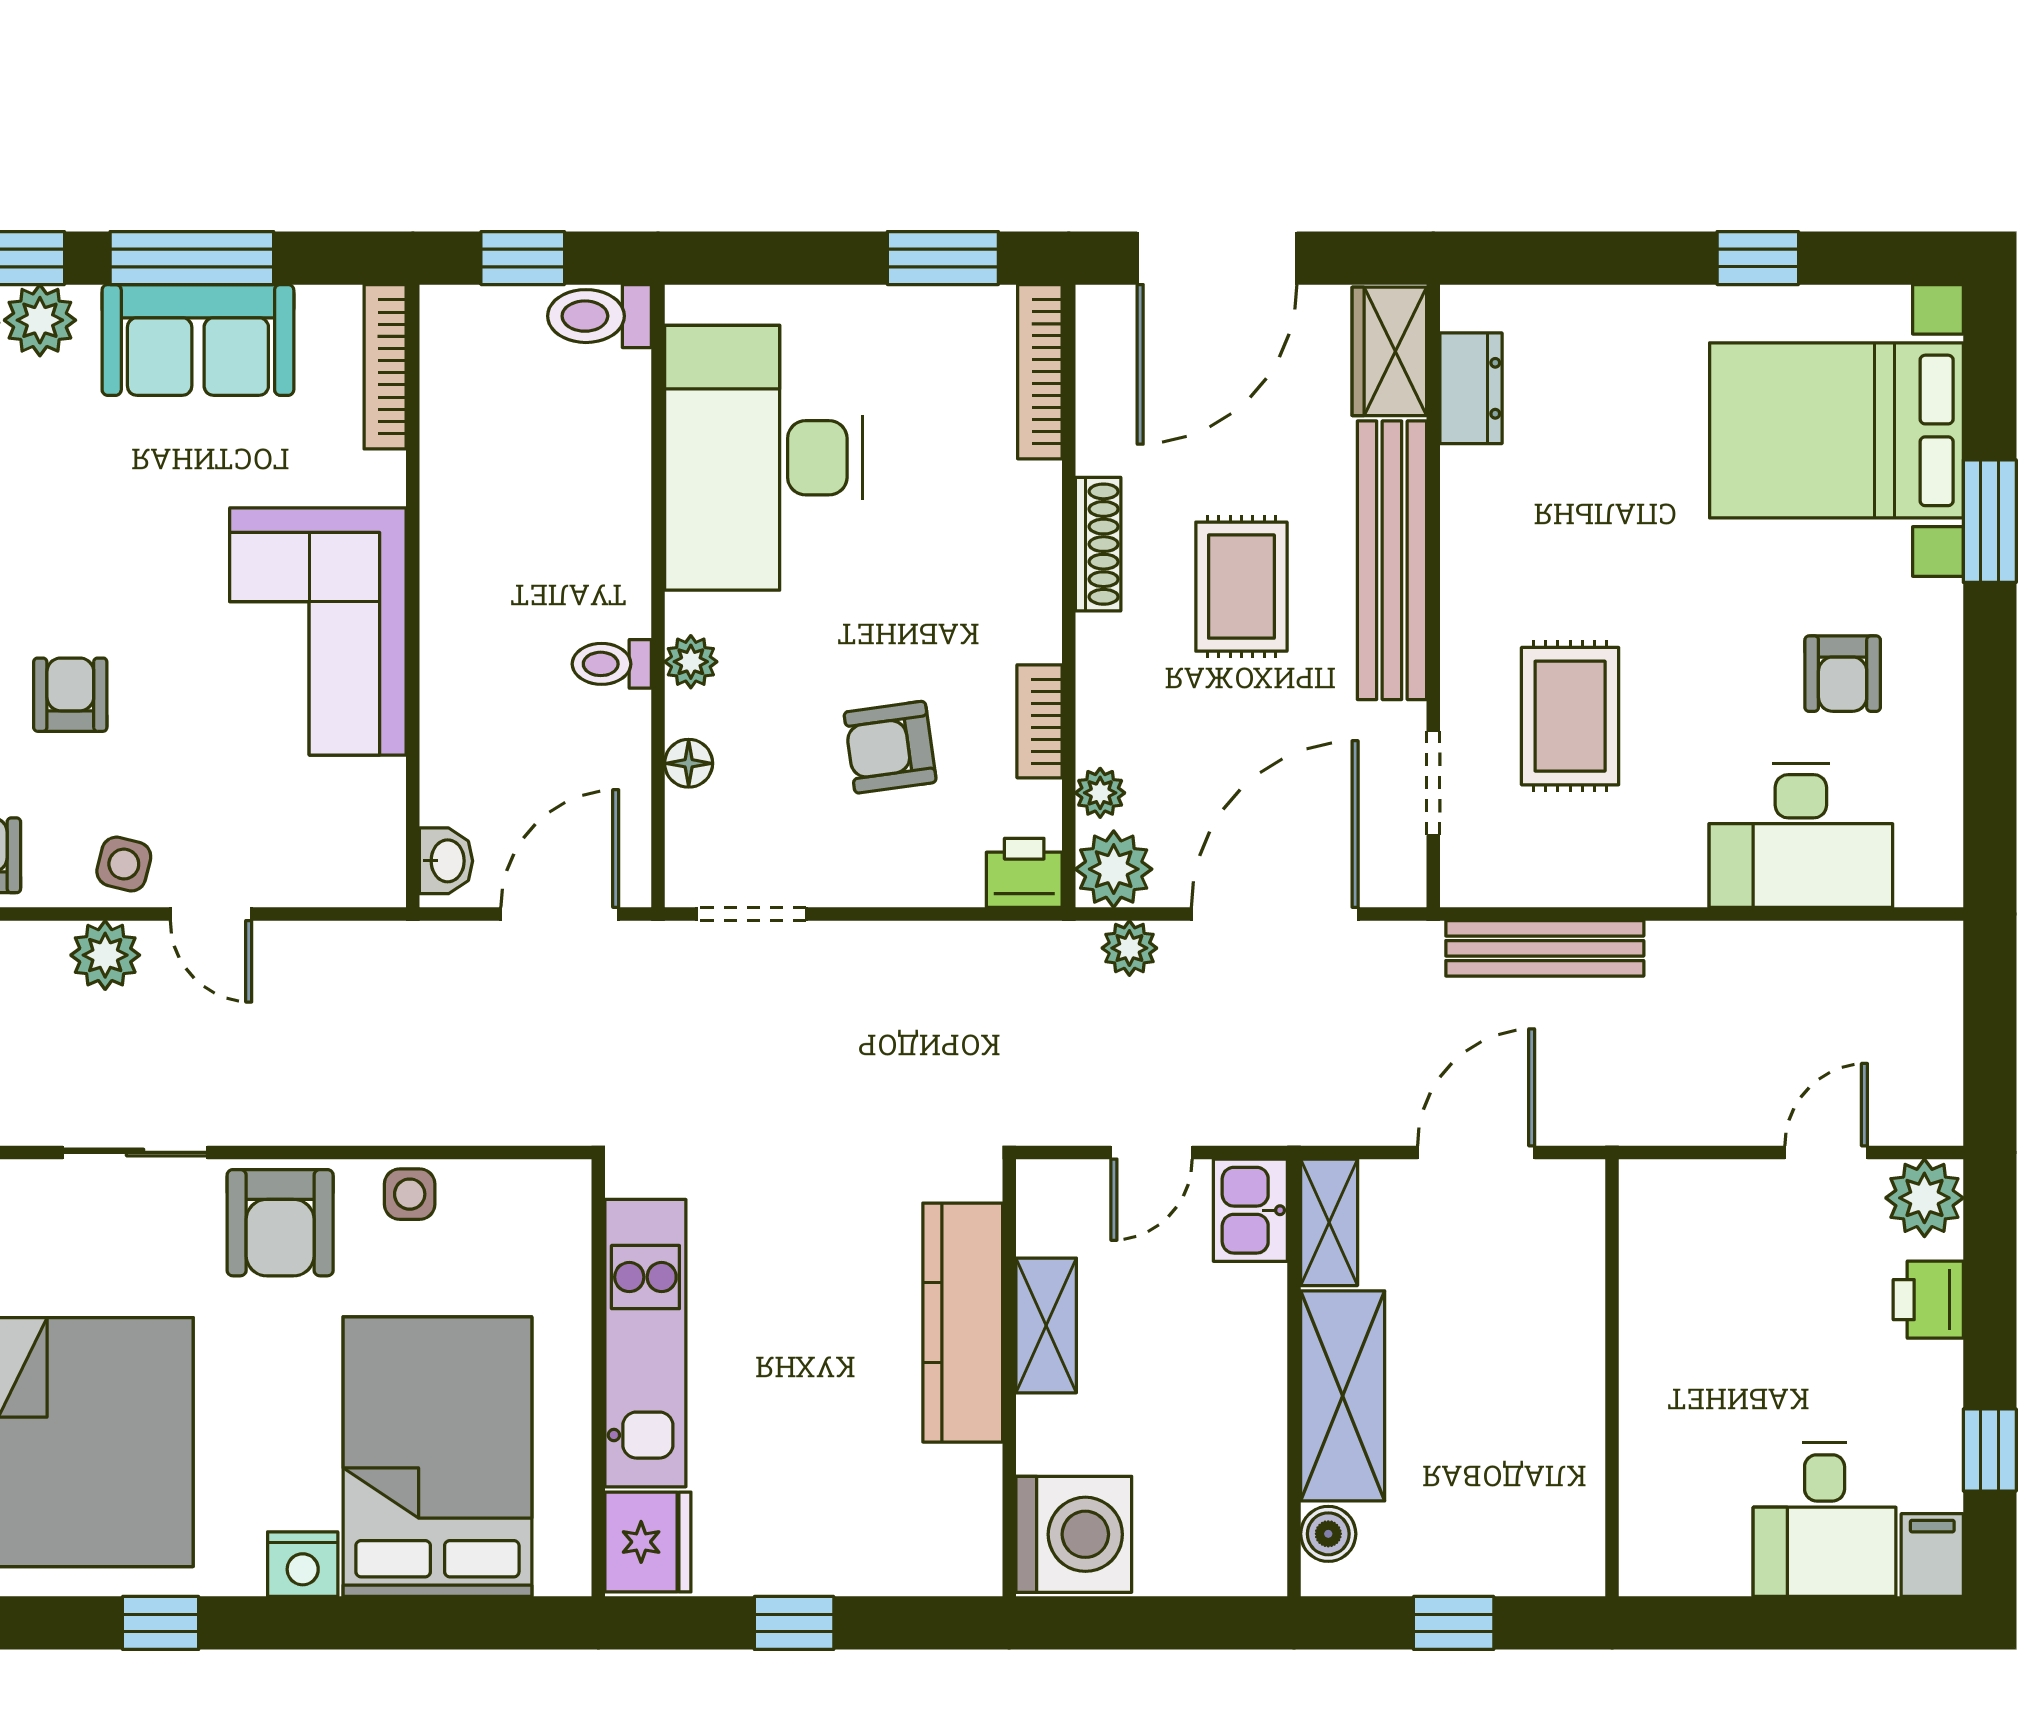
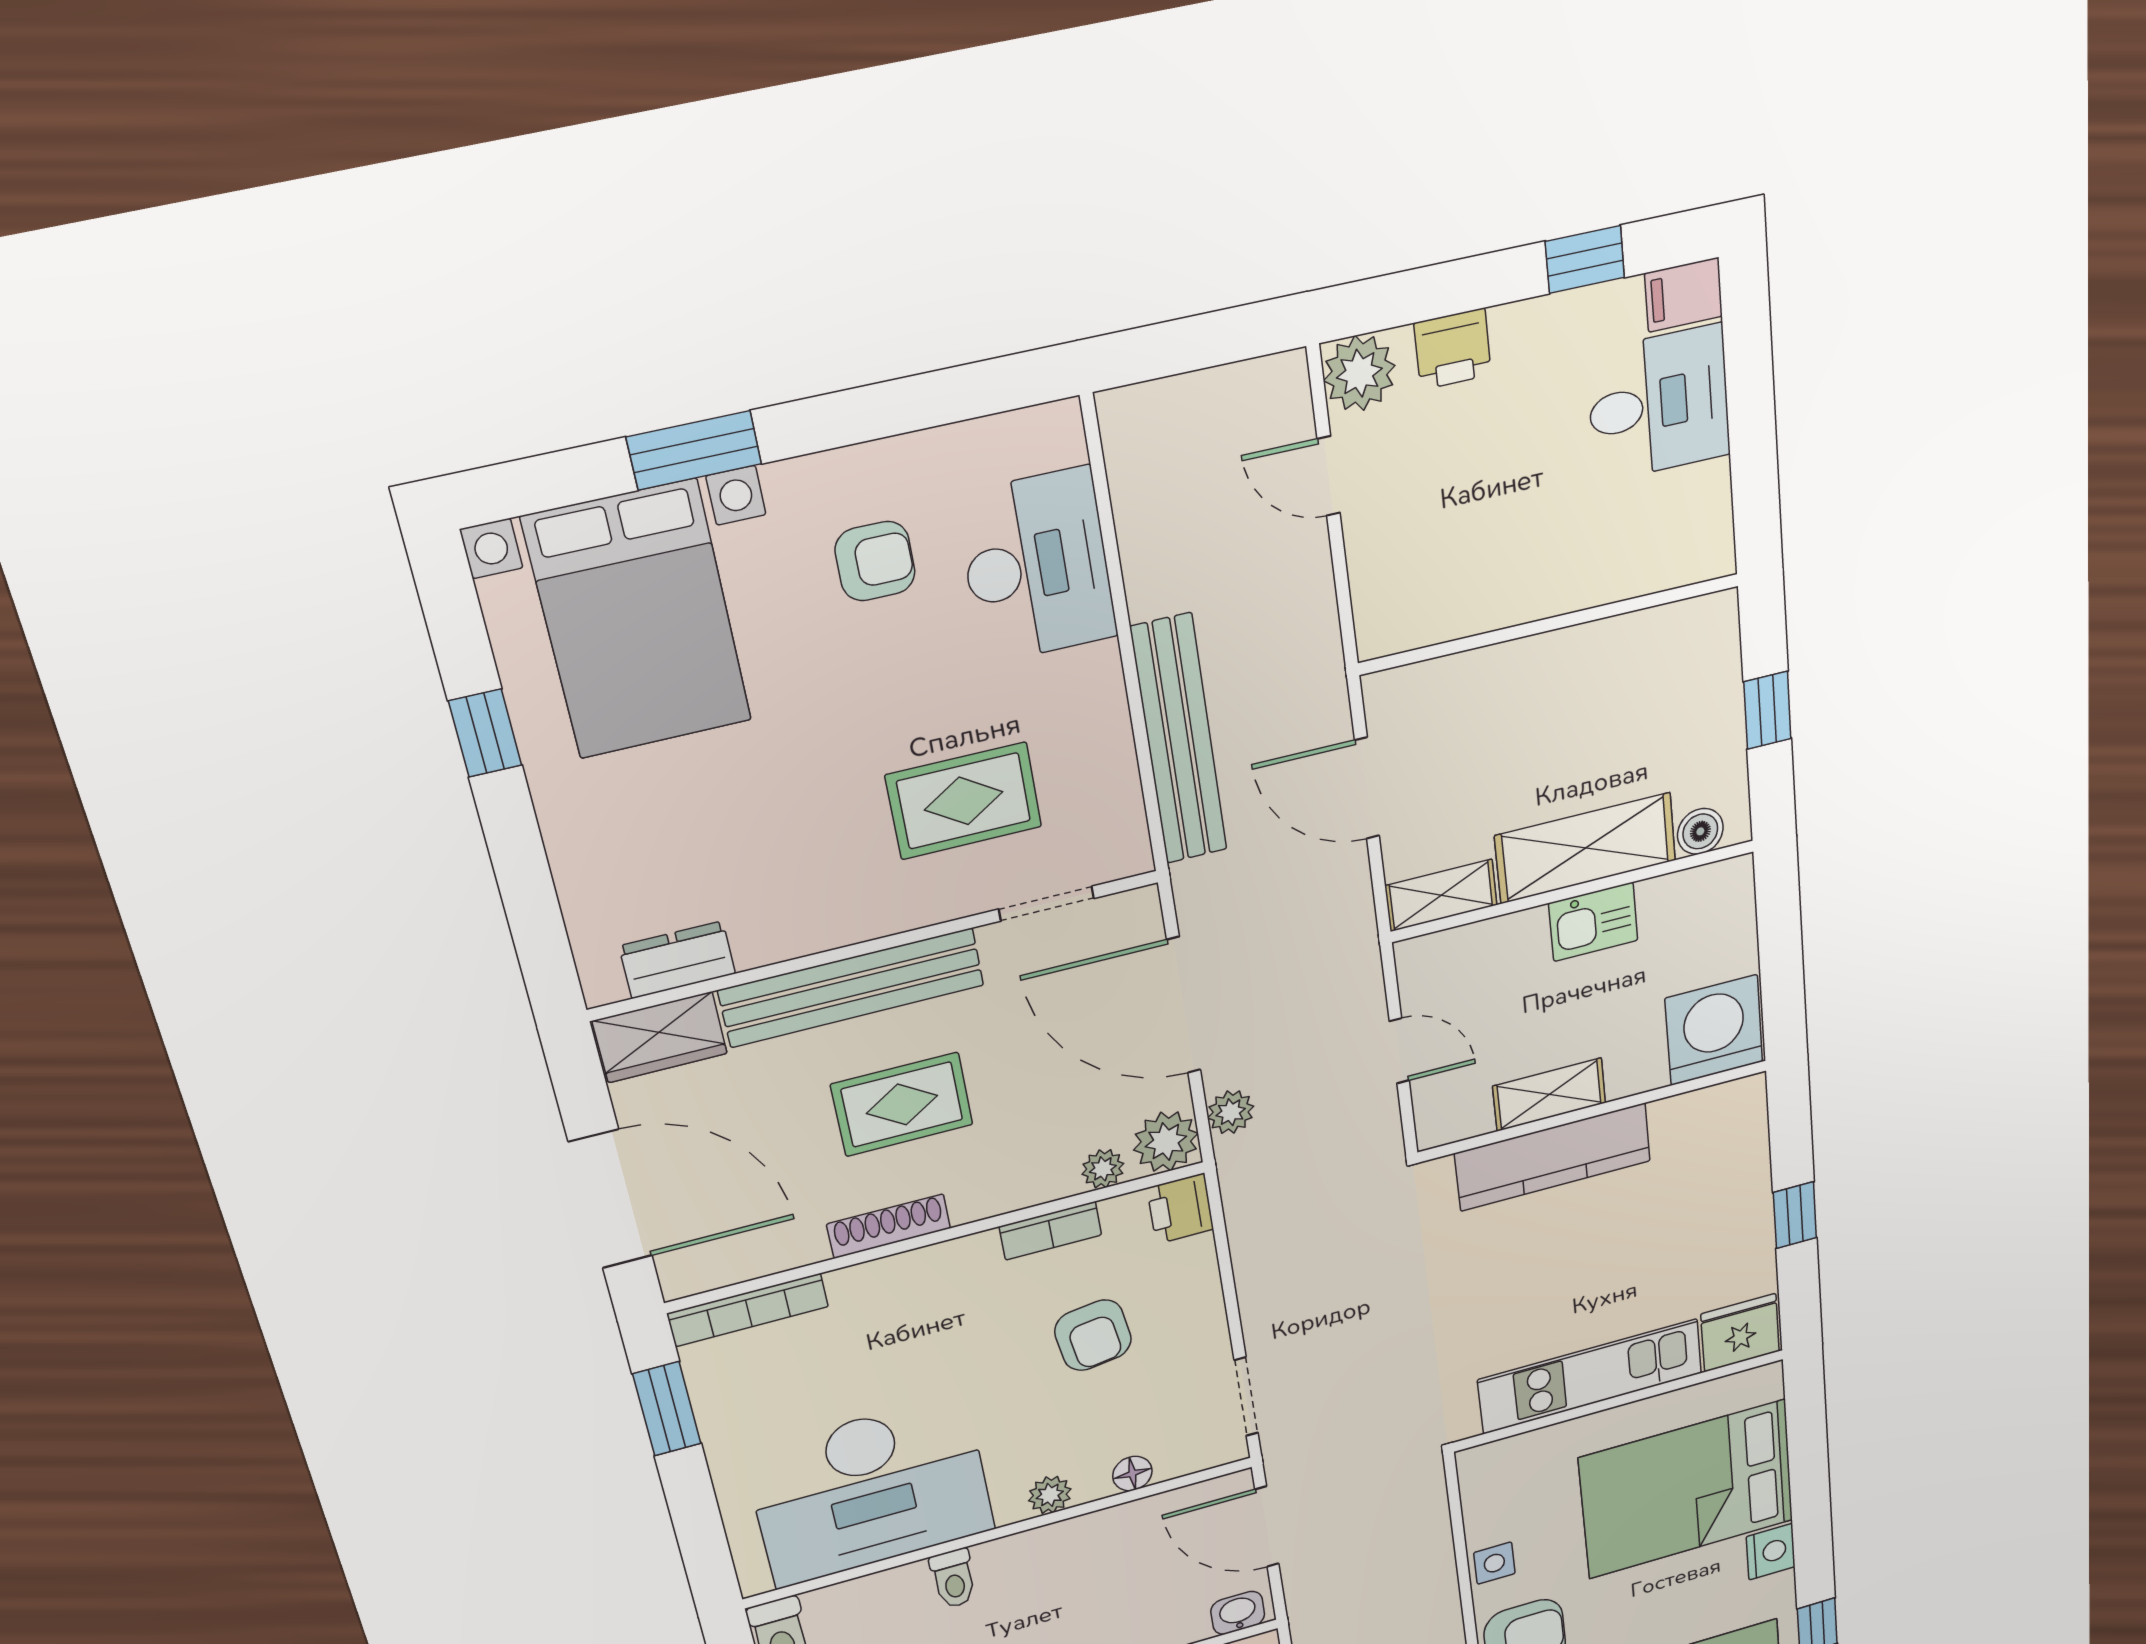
toilet: (612, 664) -> (953, 1579), moved
bench: (1545, 948) -> (1179, 740), width x1.37, depth x1.21
kitchen sink: (1250, 1210) -> (1593, 922), moved

